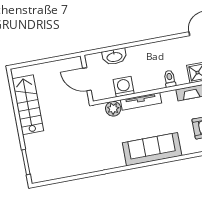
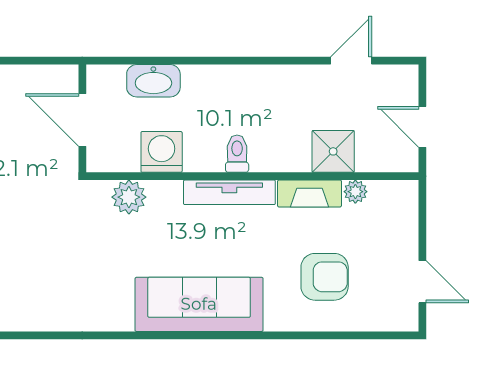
toilet: (170, 79) -> (237, 154), moved
tv unit: (141, 101) -> (229, 192), moved

